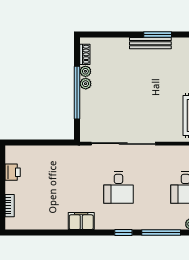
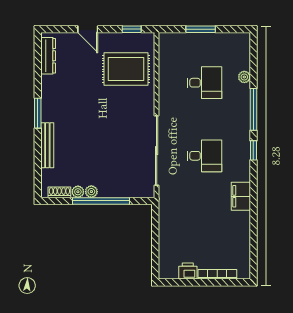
bench: (150, 43) -> (47, 145), moved
bookcase: (10, 206) -> (217, 274), width x1.56

